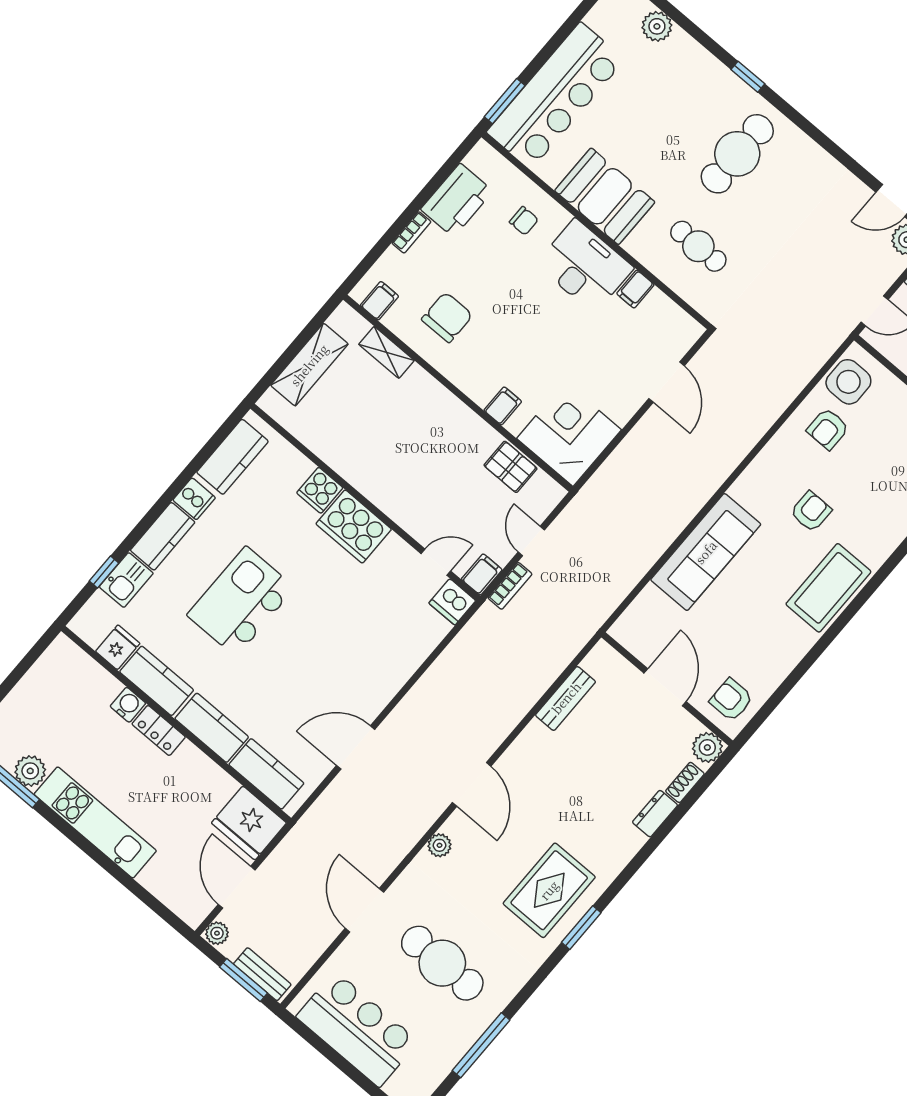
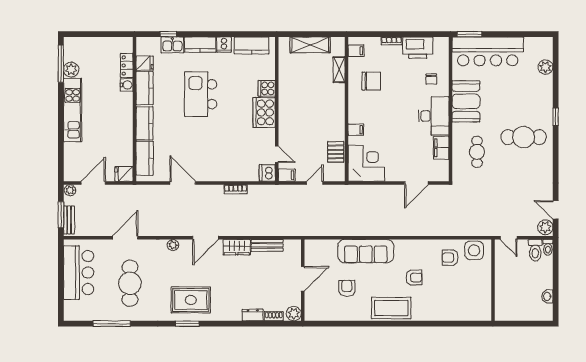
filing cabinet: (635, 289) -> (441, 148), width x2.00
bookcase: (510, 586) -> (236, 189), moved
kitchen island: (241, 601) -> (201, 94), turned -90
armchair: (731, 700) -> (347, 288), moved
locker: (159, 730) -> (127, 65), moved
wardrobe: (528, 748) -> (237, 247), added
fridge: (249, 823) -> (124, 174), width x0.53, depth x0.75

